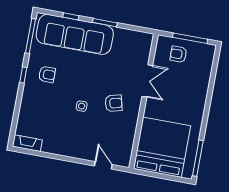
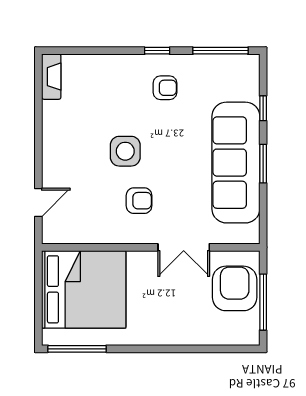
sofa: (75, 34) -> (236, 163), moved
armchair: (178, 54) -> (235, 288), width x1.88, depth x1.88
armchair: (47, 74) -> (165, 88), turned -90
armchair: (114, 103) -> (139, 201), turned -76
side table: (82, 106) -> (125, 151), width x1.87, depth x1.87

